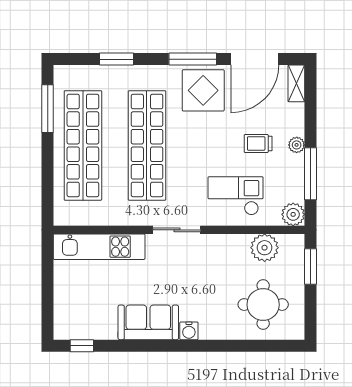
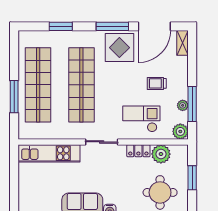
window: (48, 109) -> (14, 97), moved
plant: (297, 145) -> (183, 105), moved
locker: (231, 243) -> (138, 151), added
window: (311, 267) -> (192, 178), moved

